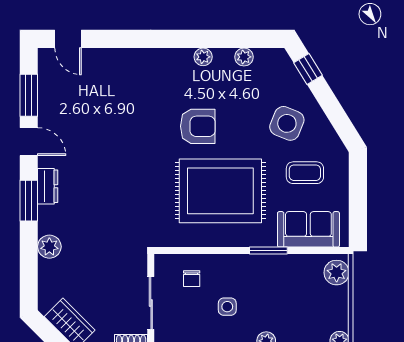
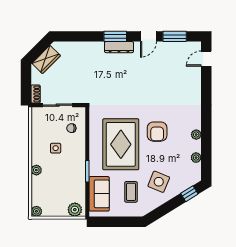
dresser: (48, 186) -> (119, 47), width x1.44
plant: (49, 247) -> (89, 48), removed

